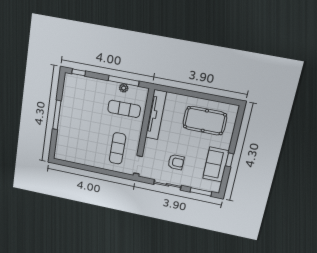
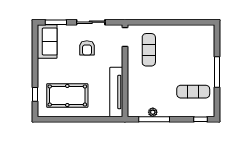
exercise mat: (124, 109) -> (193, 92), moved
window: (230, 160) -> (35, 94), moved
armchair: (176, 162) -> (87, 48), turned -90
sofa: (216, 165) -> (47, 42), moved

